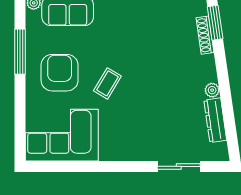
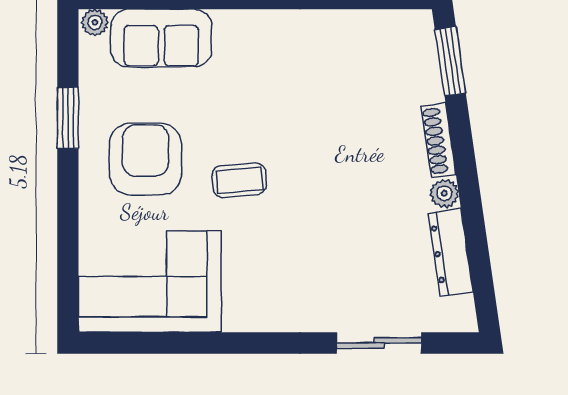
shoe rack: (205, 35) -> (439, 140), moved
window: (20, 52) -> (68, 118), width x0.69
coffee table: (107, 83) -> (239, 180), turned 54

